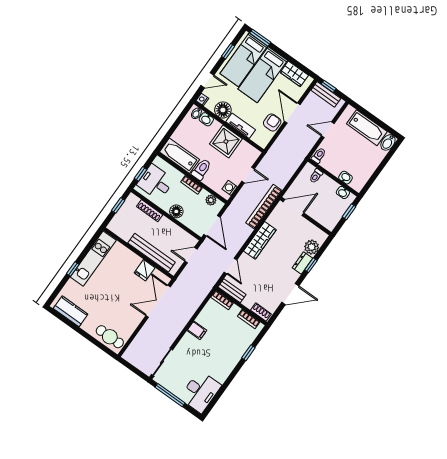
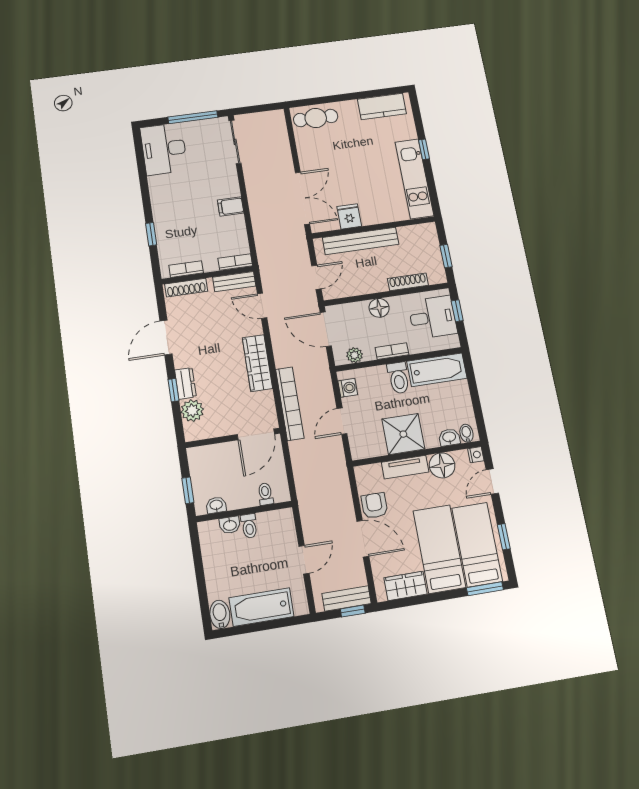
armchair: (272, 122) -> (374, 505), turned 180
toilet: (319, 155) -> (249, 526), moved
shoe rack: (261, 312) -> (186, 288), width x1.43

